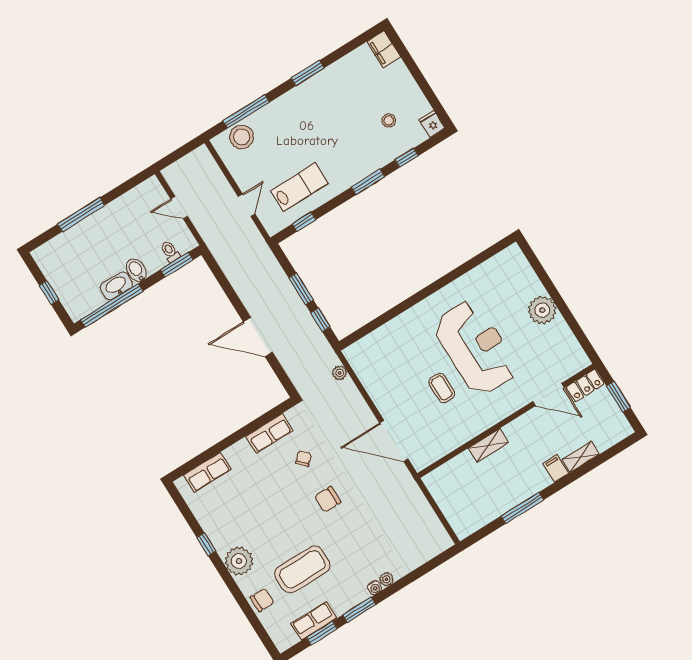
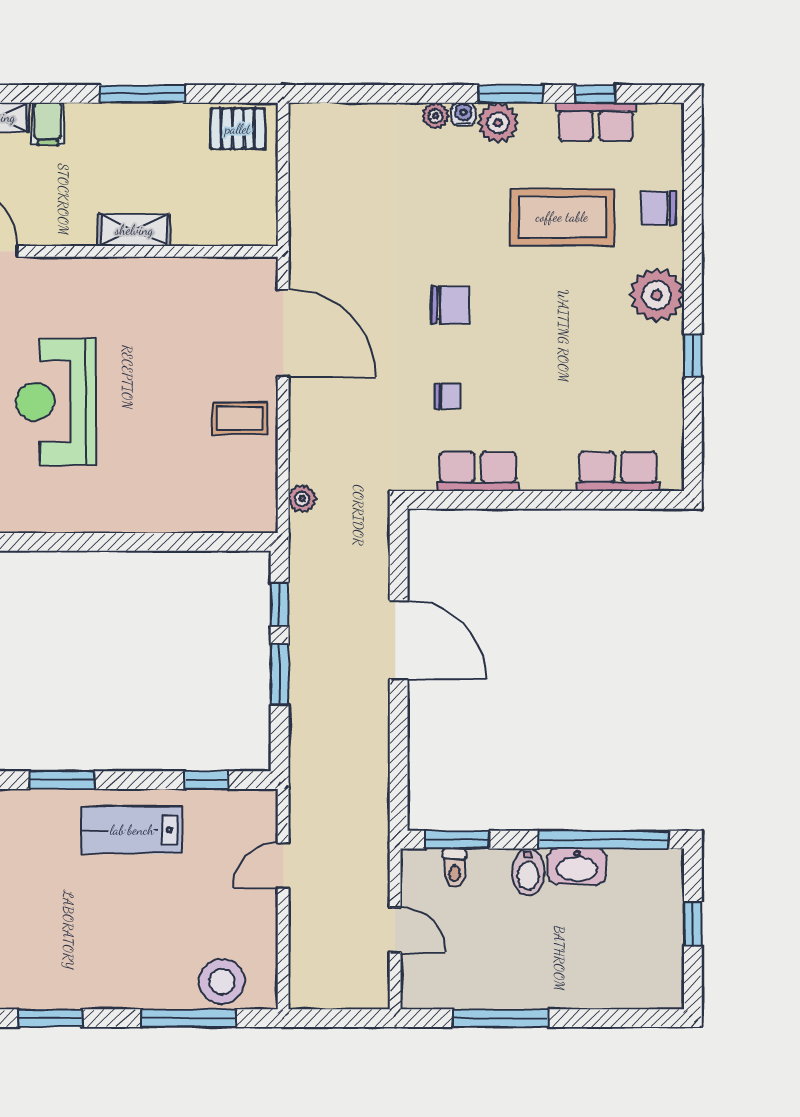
lab bench: (300, 187) -> (132, 830), moved
window: (81, 215) -> (500, 1018), moved
reception desk: (476, 348) -> (56, 402), width x0.74, depth x0.77
coffee table: (442, 388) -> (240, 418), moved, turned 90
chair: (303, 458) -> (448, 396), turned -136
pallet: (470, 519) -> (238, 129), added
plant: (357, 593) -> (498, 123), added
window: (322, 633) -> (595, 94), width x0.67

